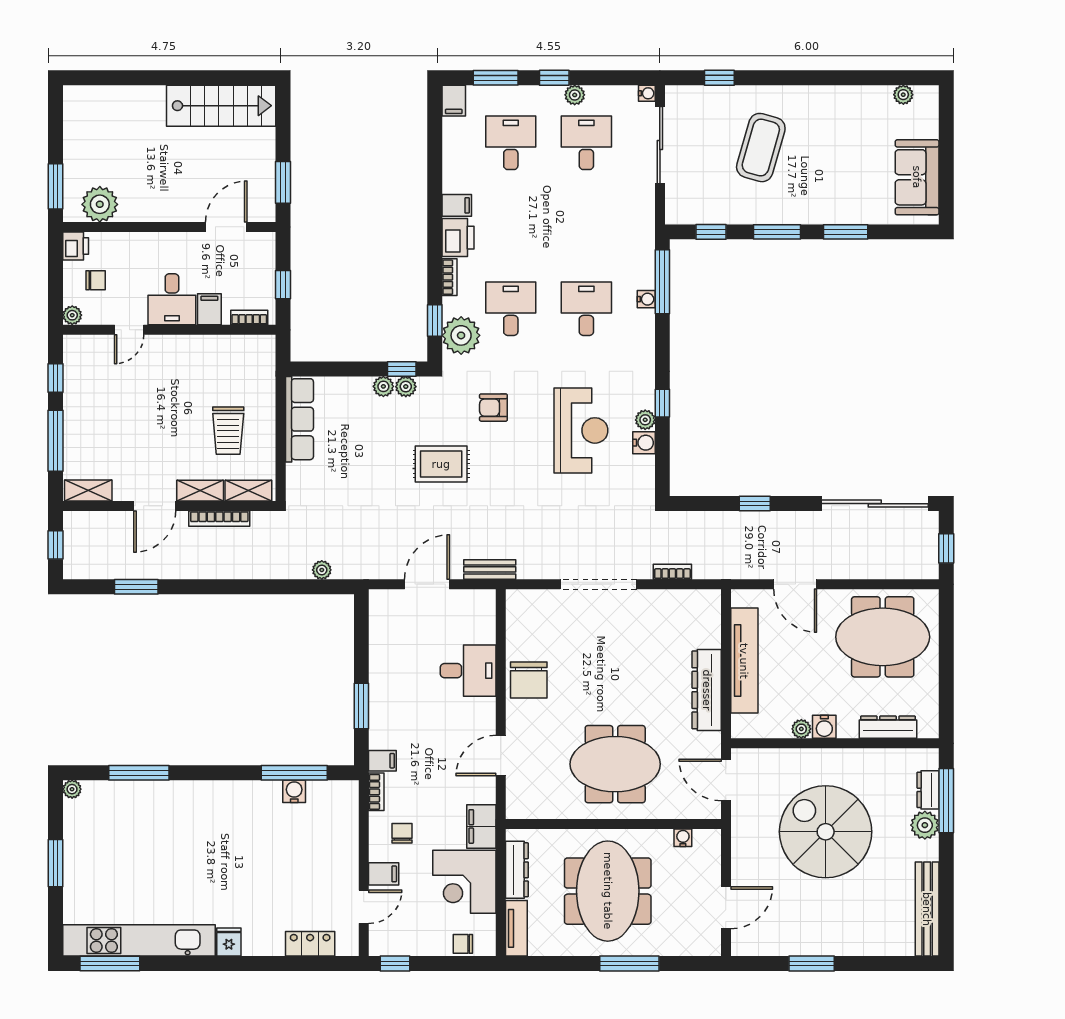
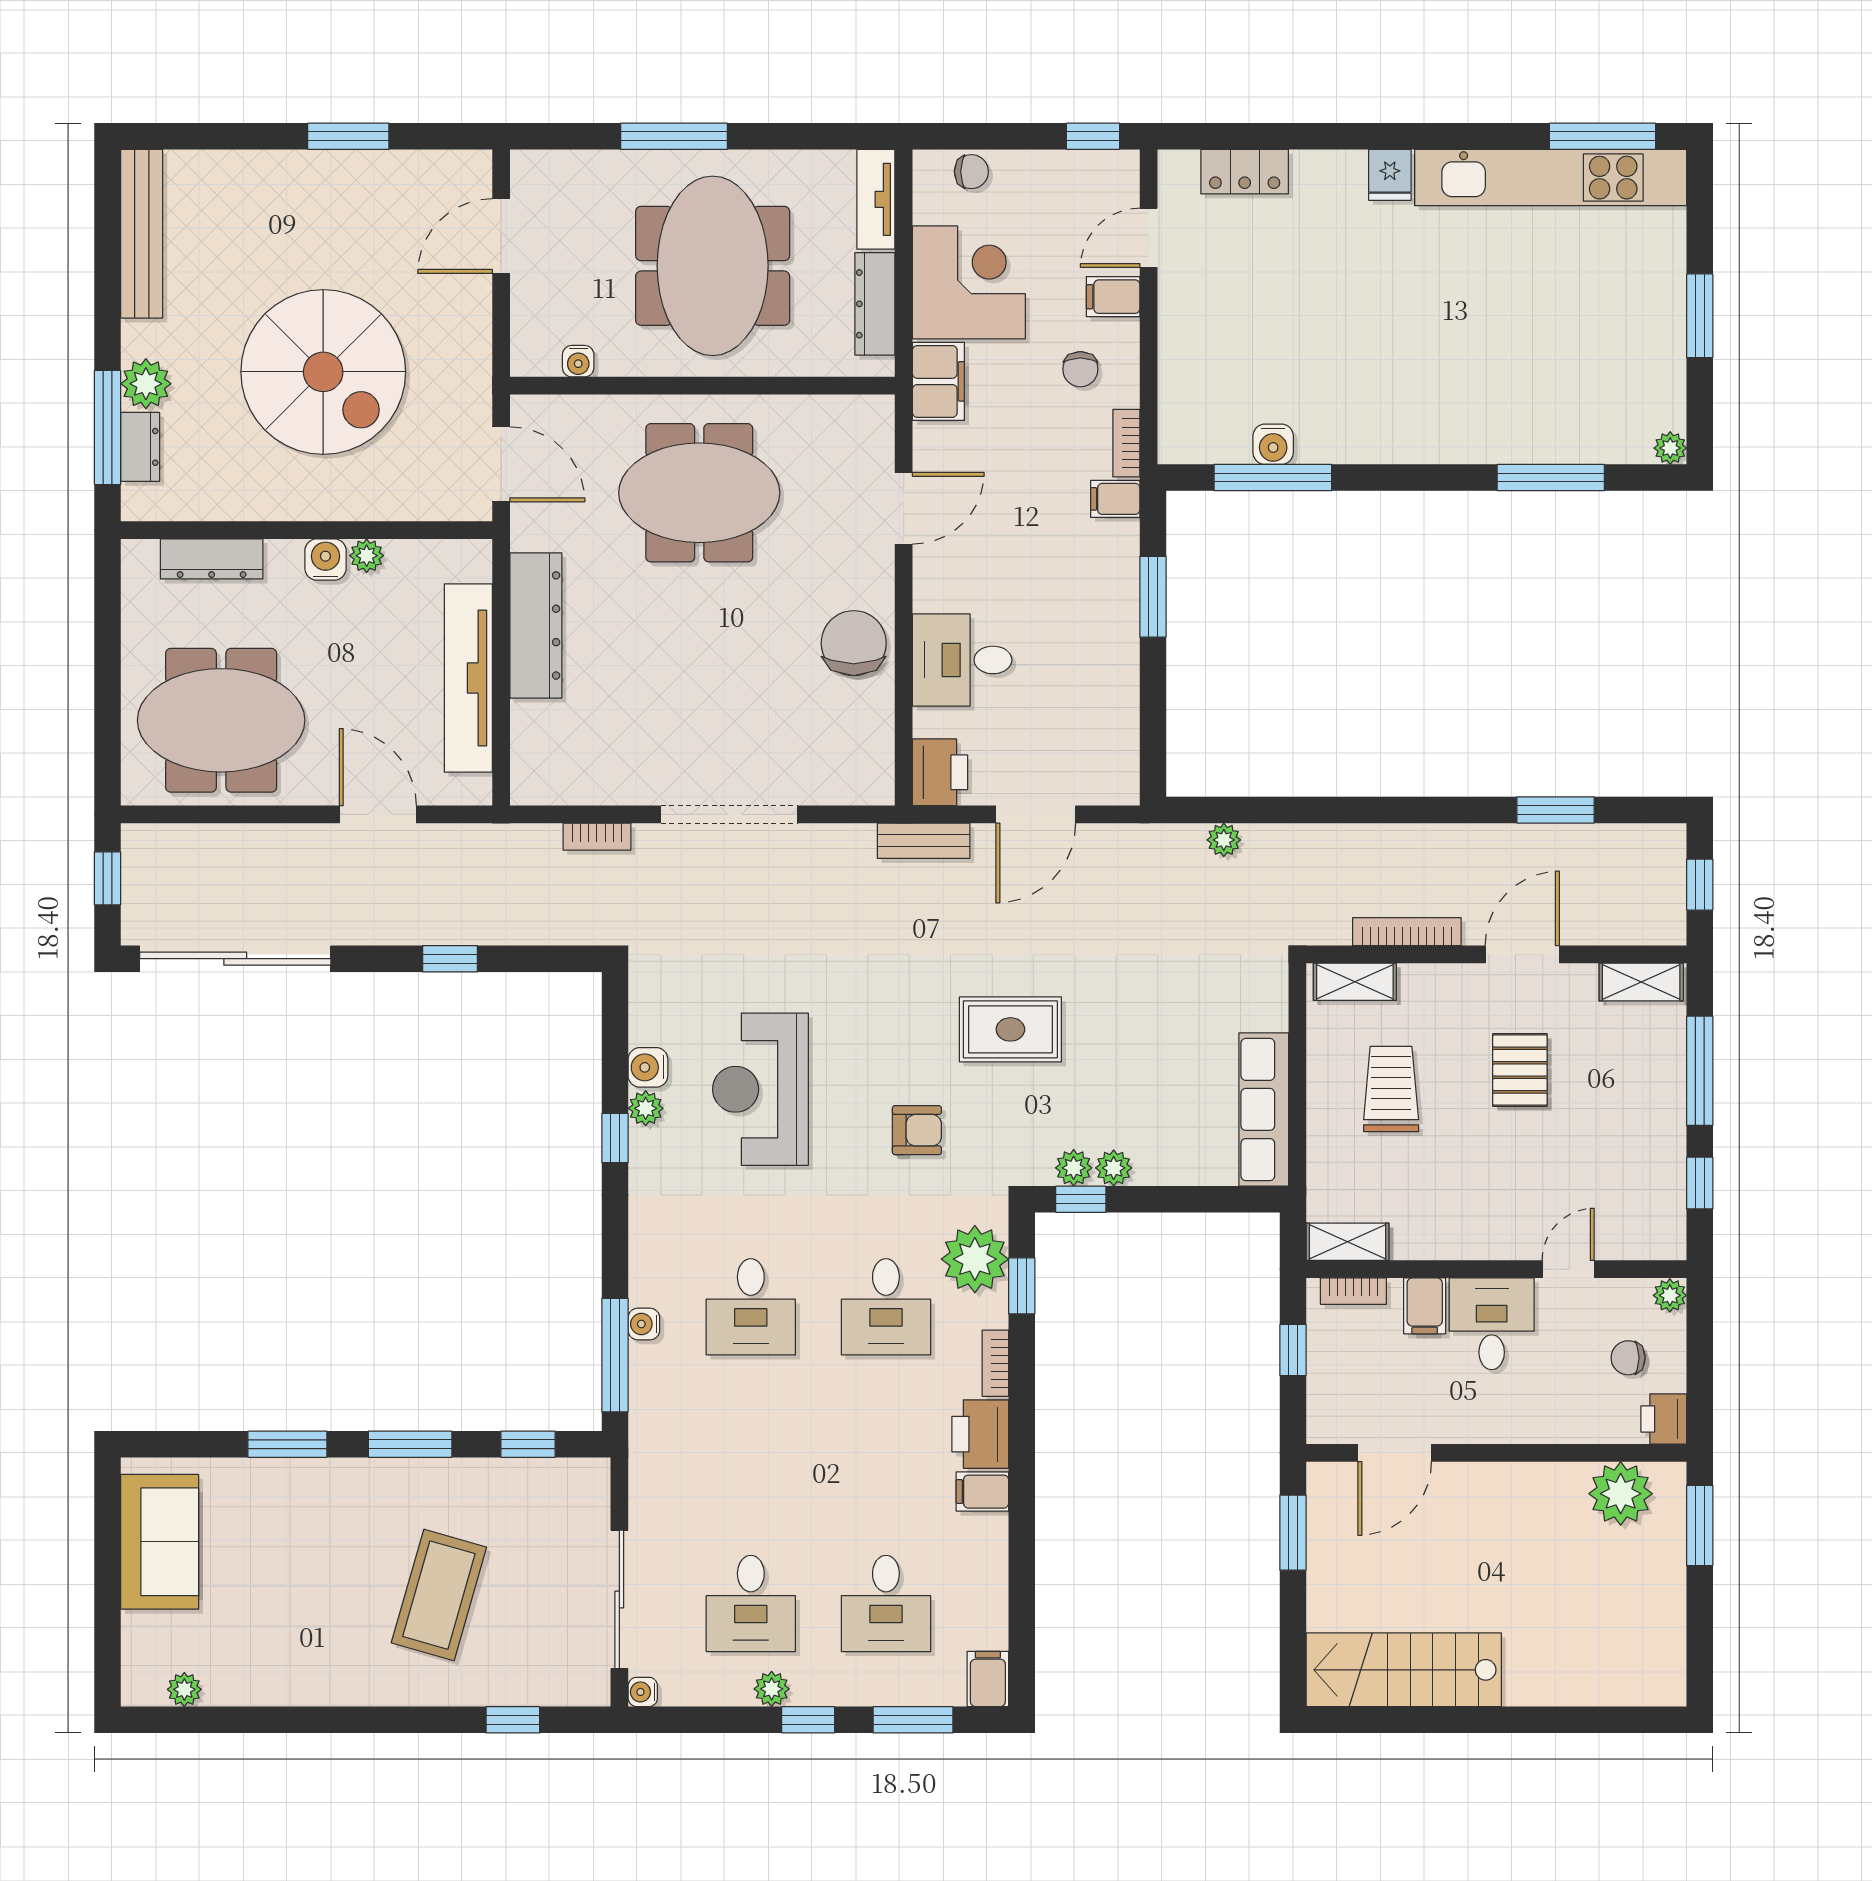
pallet: (156, 441) -> (1520, 1070), added
shelving: (200, 491) -> (1347, 1242), moved
printer: (481, 608) -> (940, 772), added

